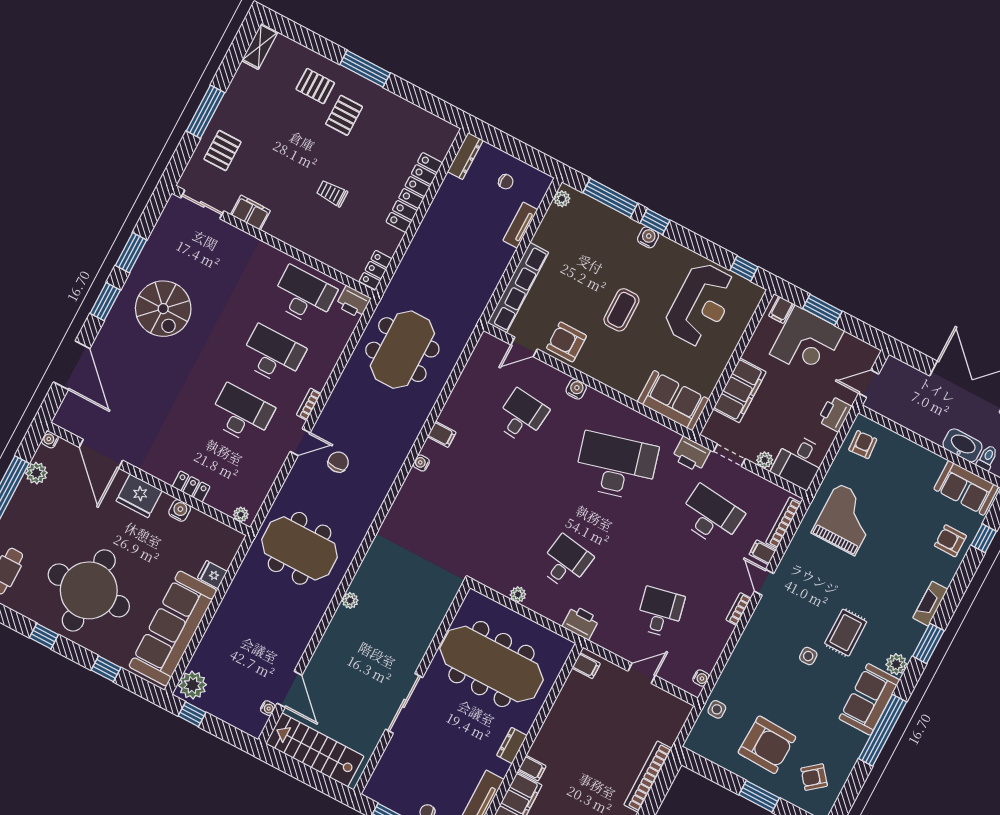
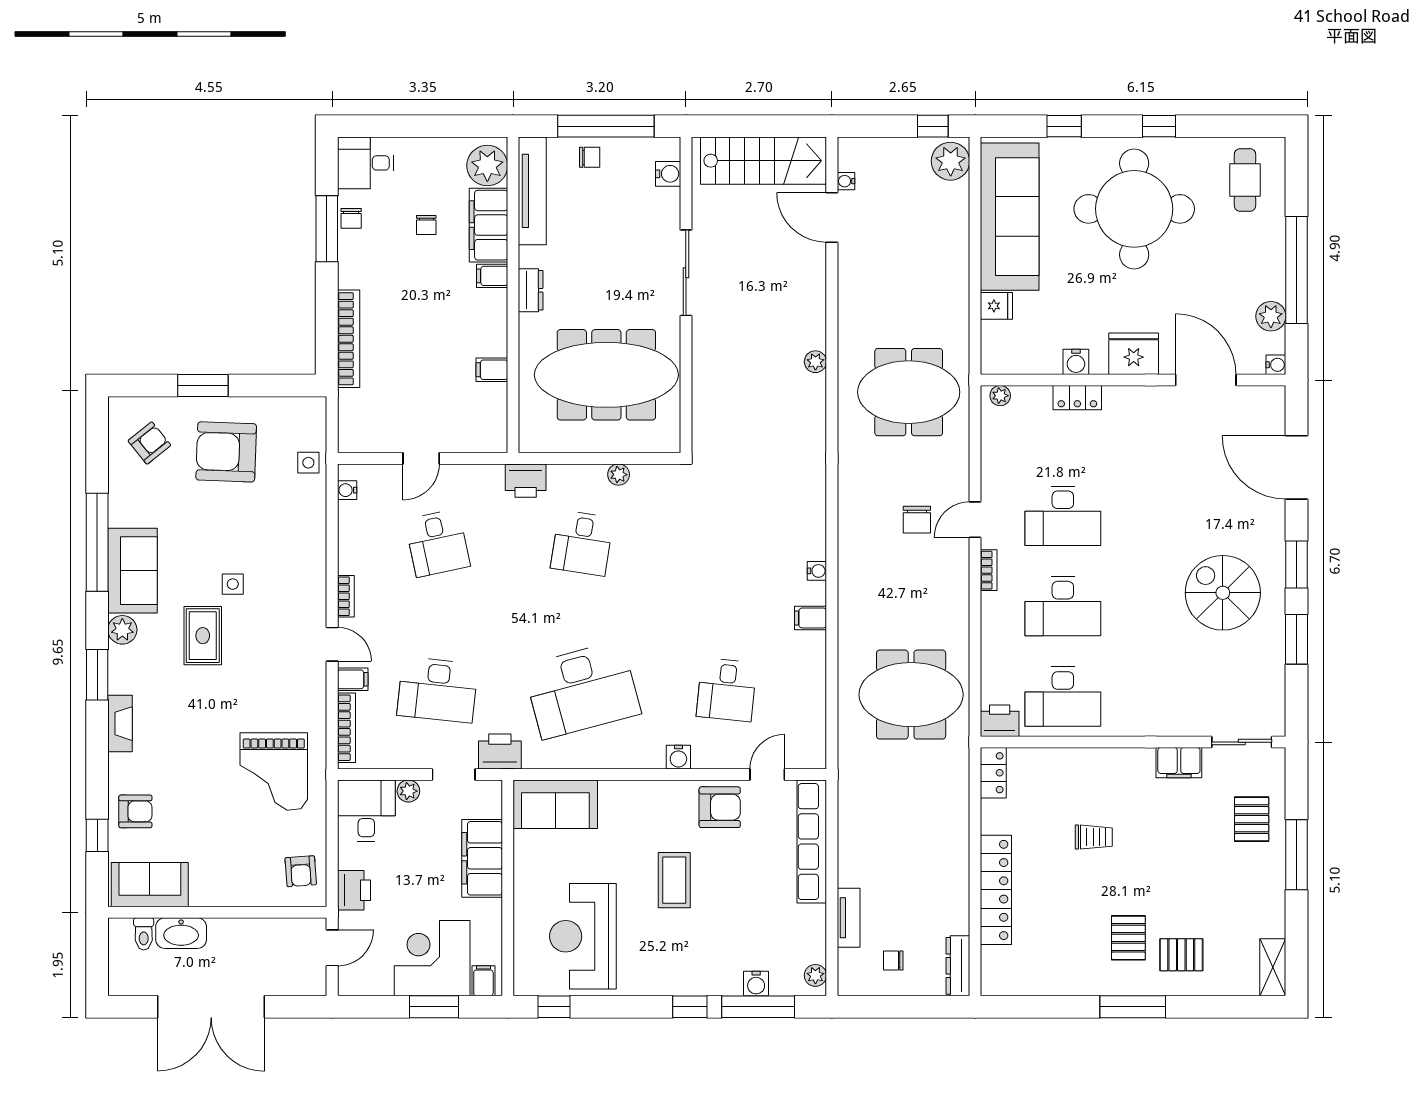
water cooler: (648, 237) -> (756, 984), moved
meeting table: (402, 350) -> (911, 695), turned 90
filing cabinet: (586, 666) -> (492, 370), moved
water cooler: (382, 774) -> (668, 174), added

